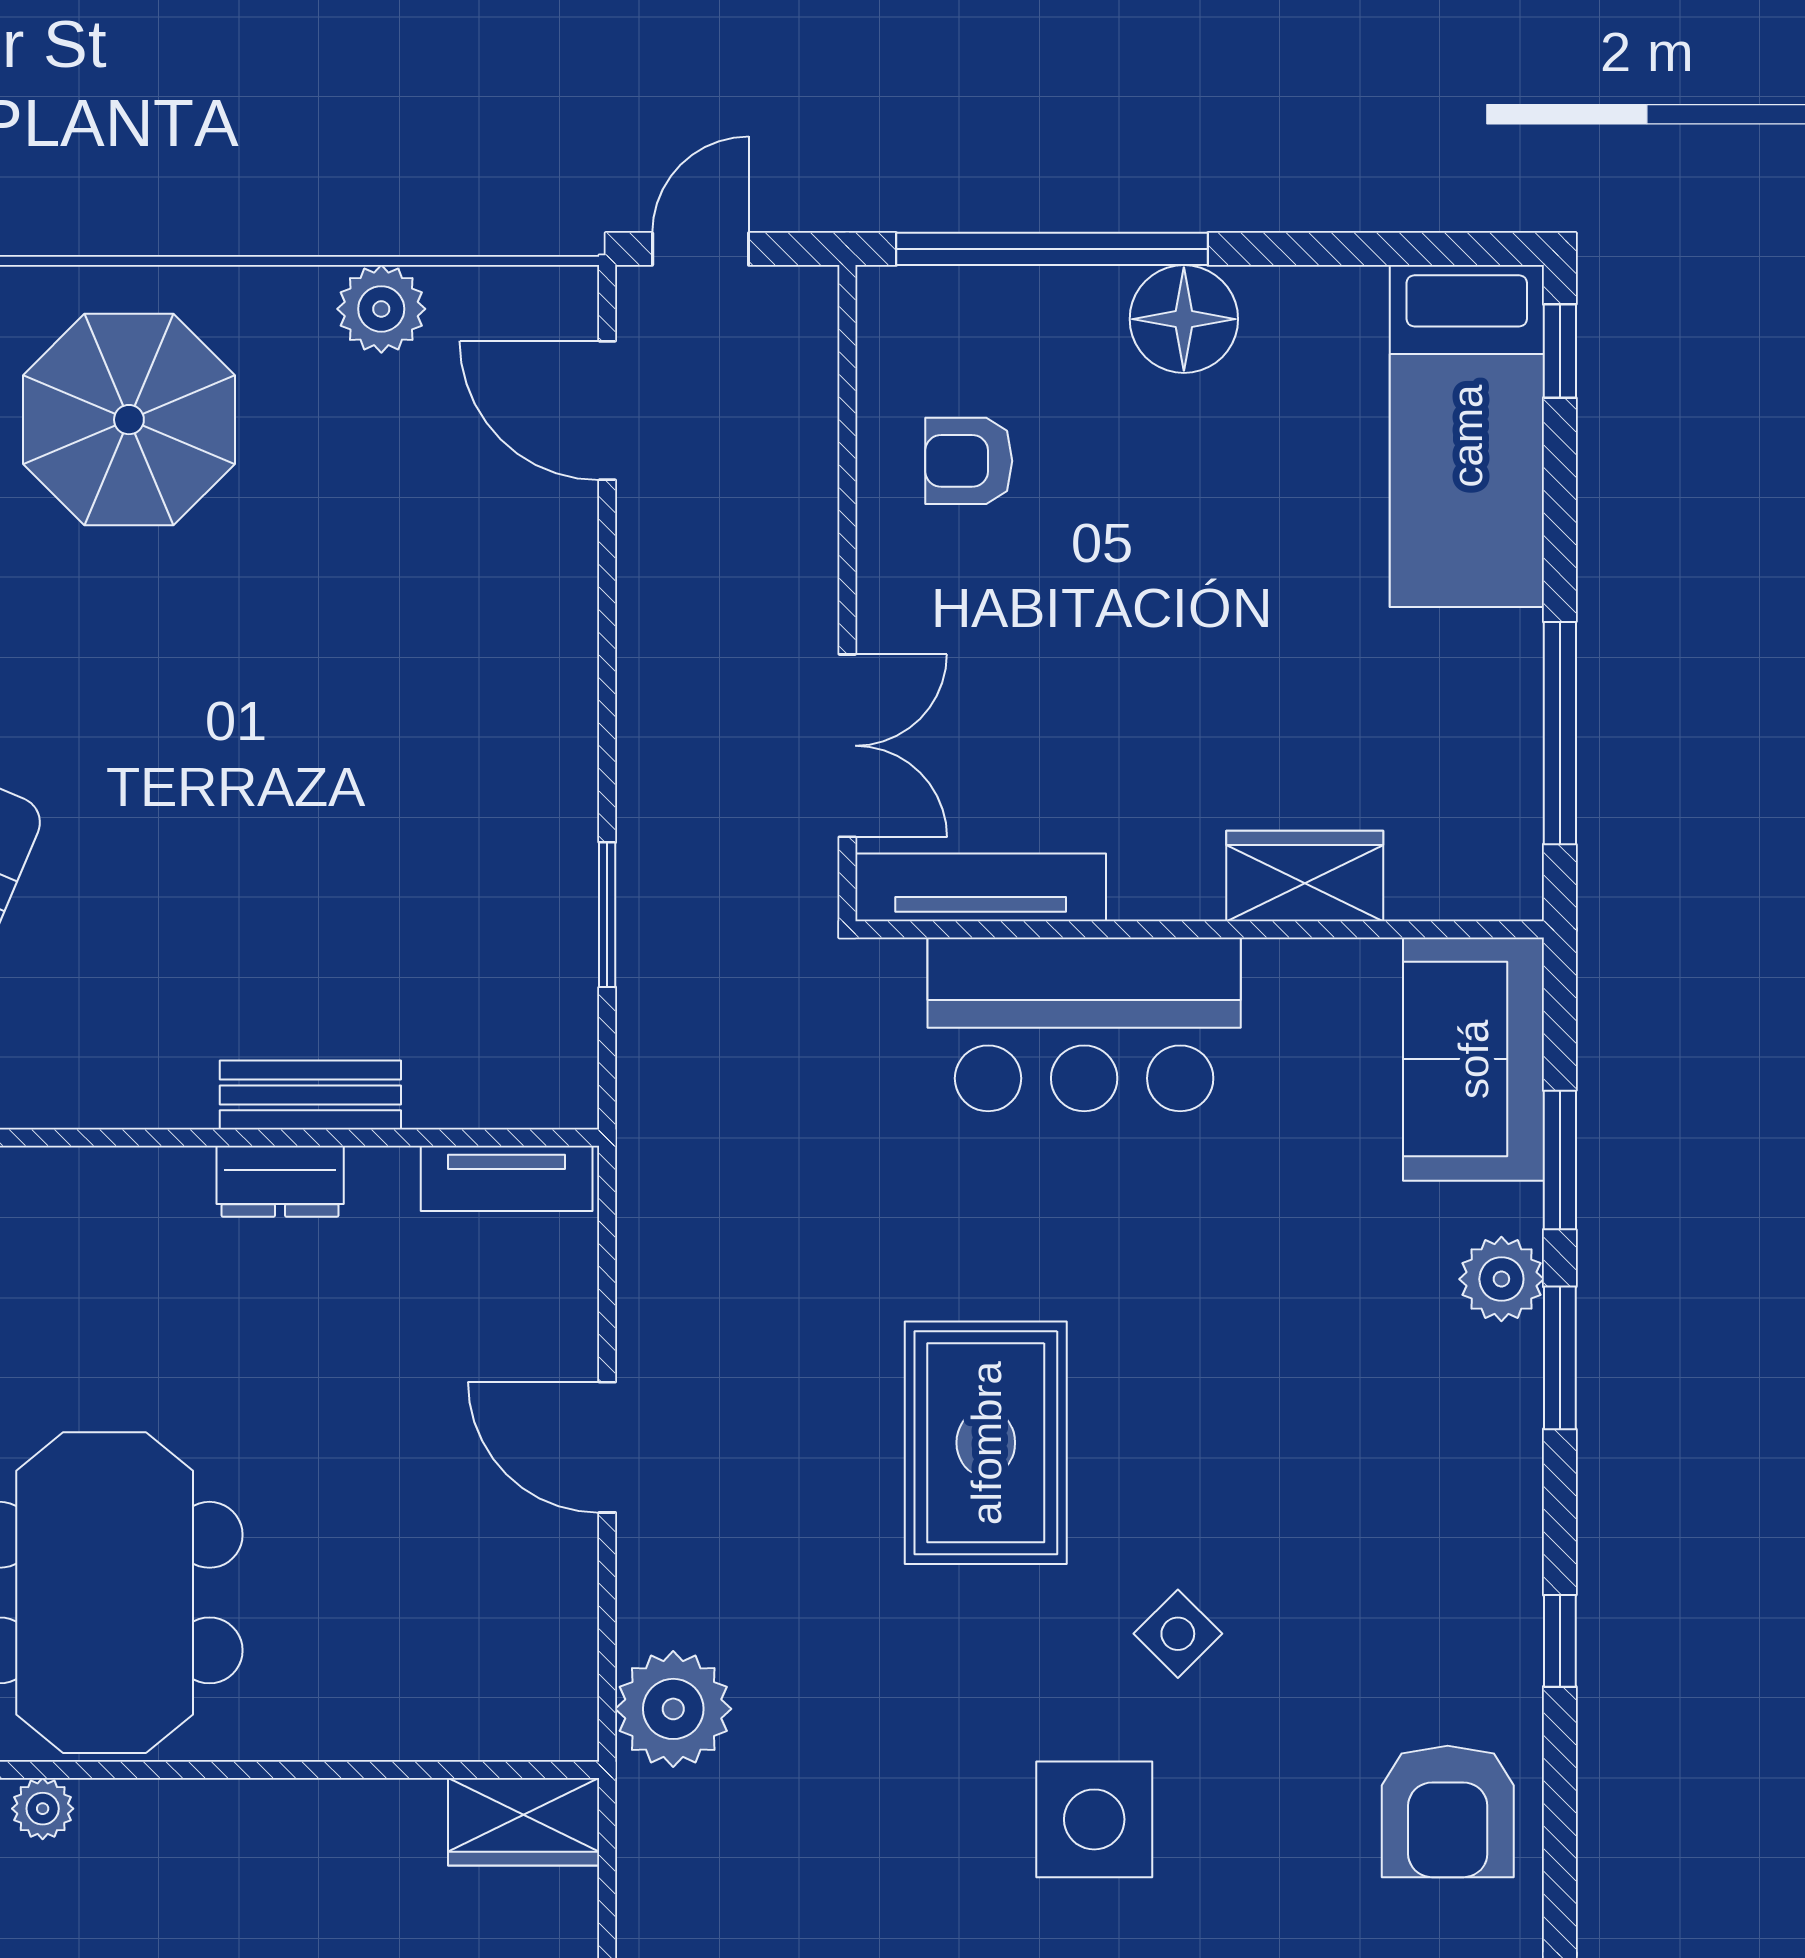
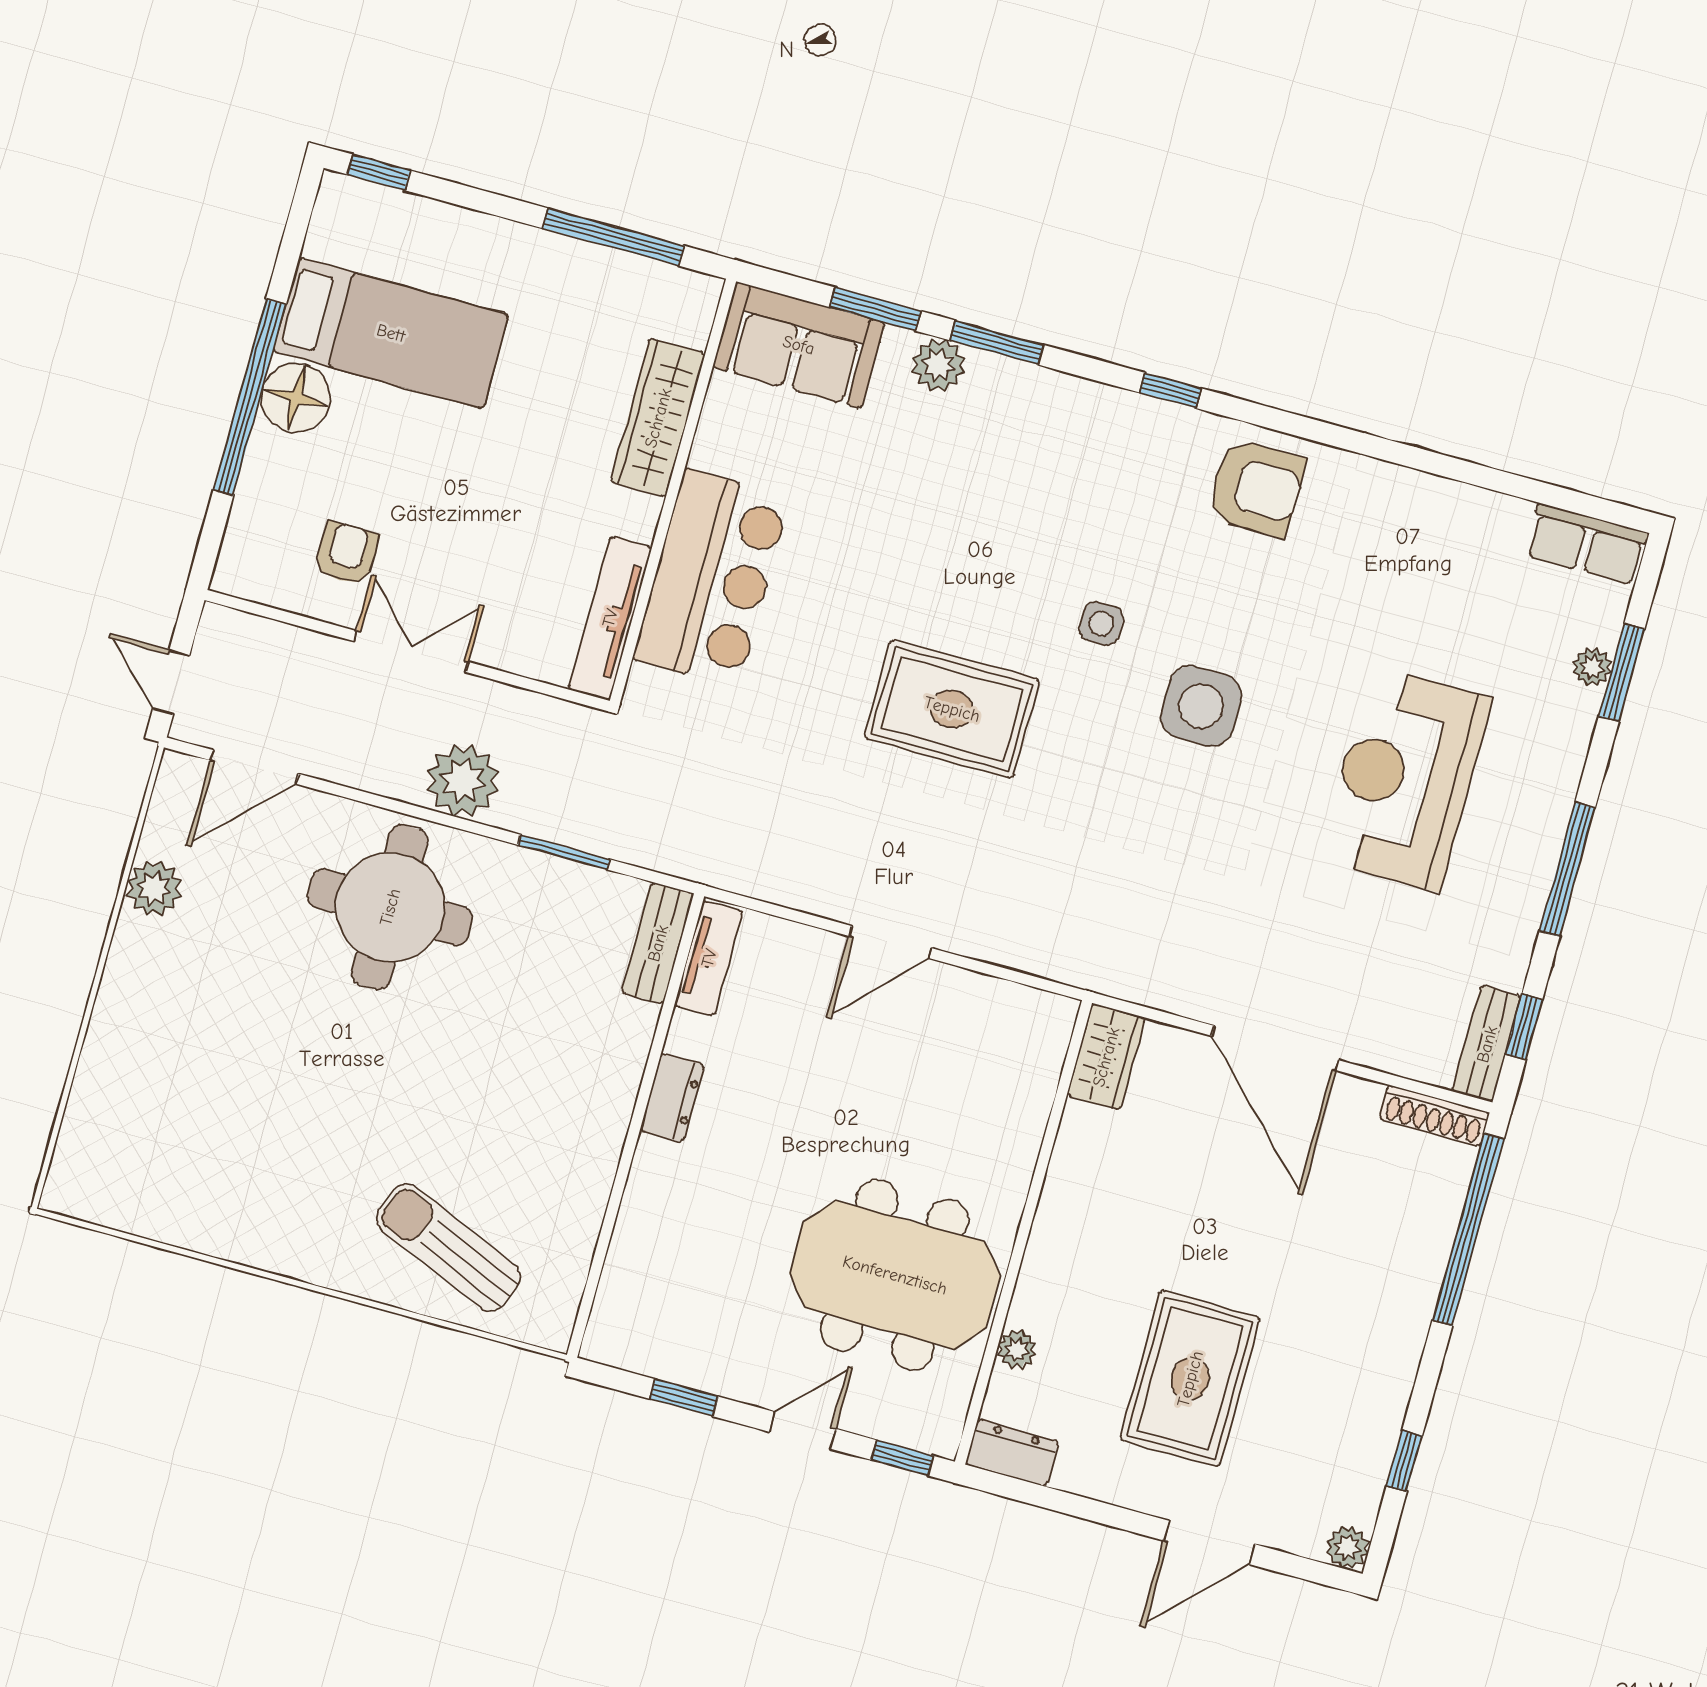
window: (1052, 249) -> (250, 397), moved
parasol: (129, 420) -> (179, 1062), removed
bed: (1467, 436) -> (391, 333), moved
armchair: (969, 461) -> (347, 554), turned 180
round table: (451, 674) -> (390, 907), added
double door: (847, 746) -> (411, 652), moved
wardrobe: (1305, 876) -> (658, 418), width x1.50
bench: (310, 1095) -> (658, 943), moved
side table: (1178, 1634) -> (1101, 623), turned 45
plant: (673, 1709) -> (463, 781), moved

